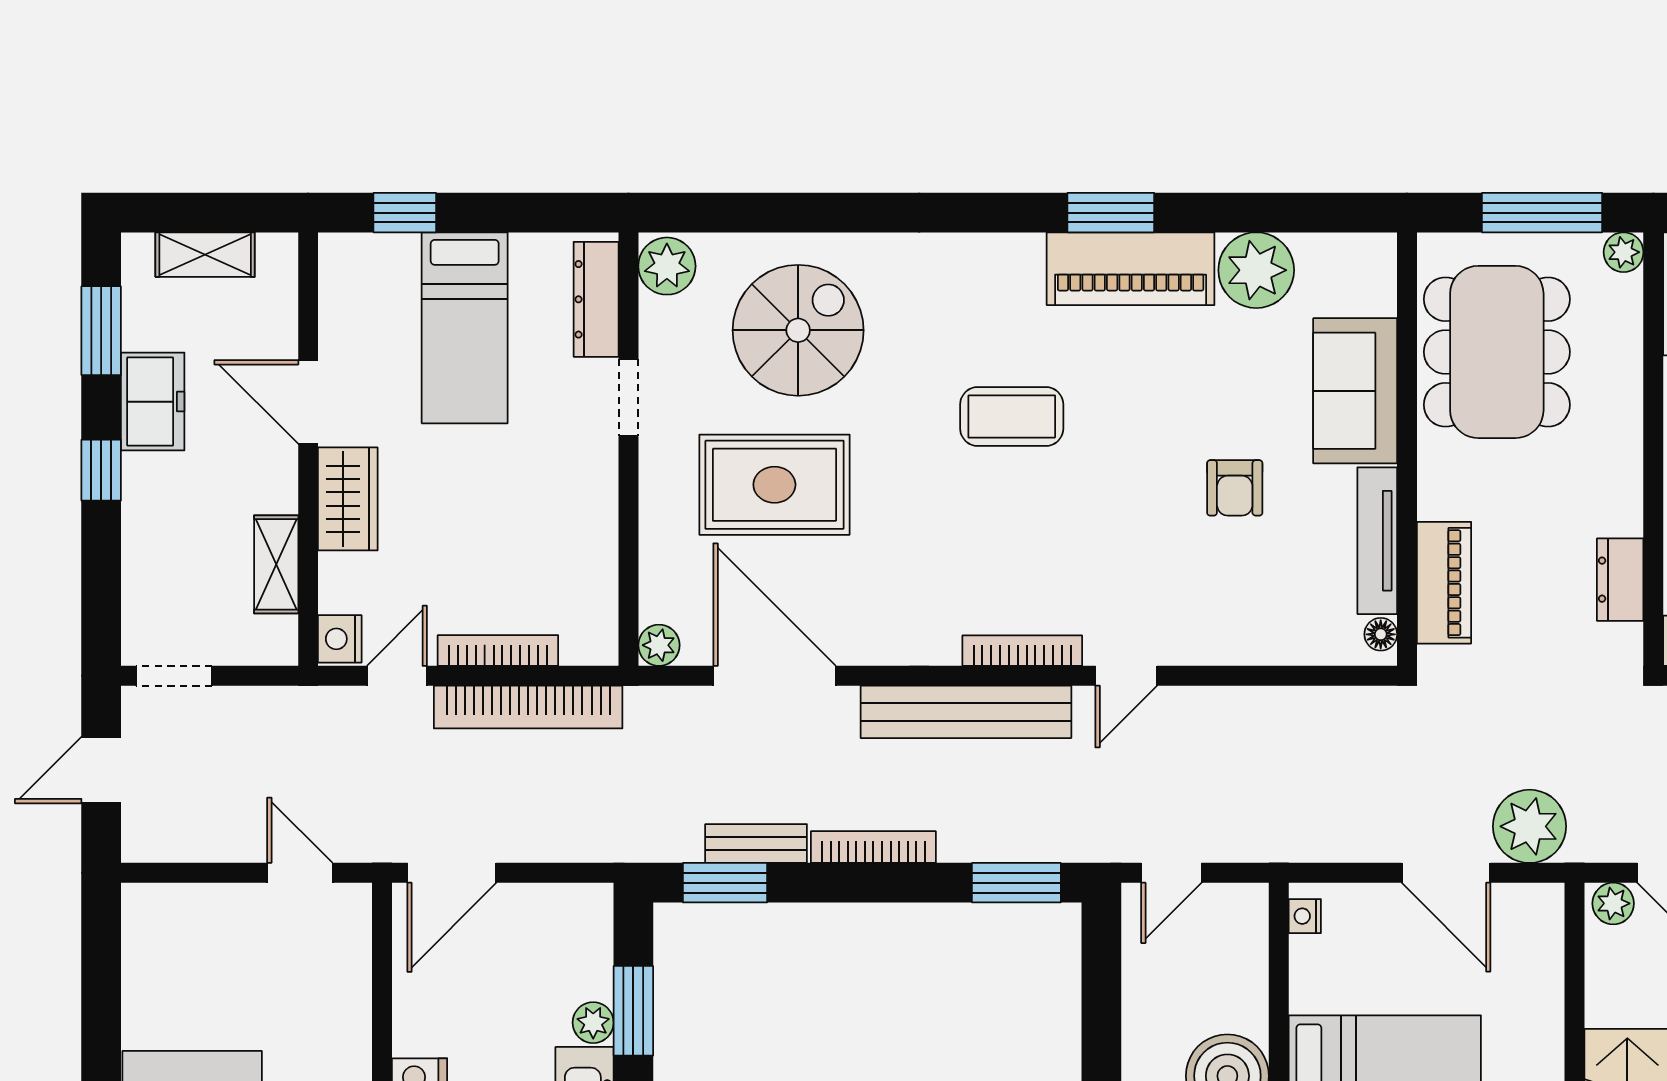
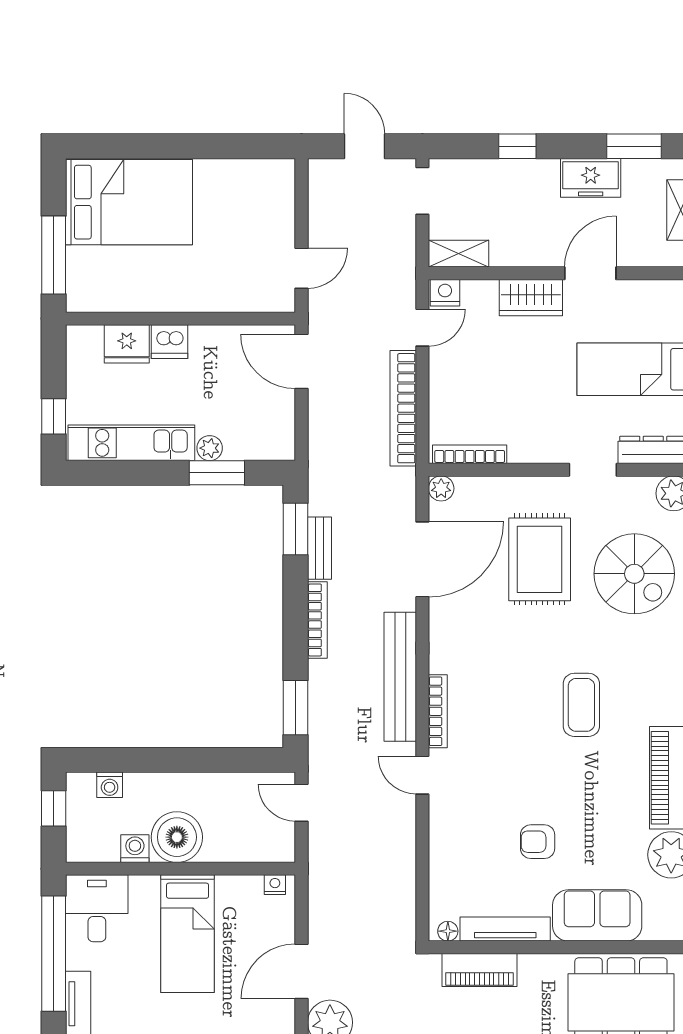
window: (101, 470) -> (517, 146), moved
shelving: (276, 564) -> (459, 254), moved
bookcase: (498, 650) -> (470, 454), moved, turned -90
door: (397, 676) -> (422, 328), hinge flipped

